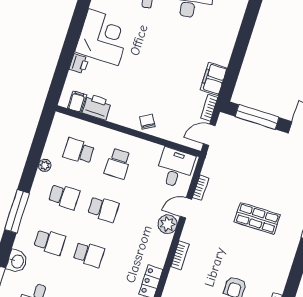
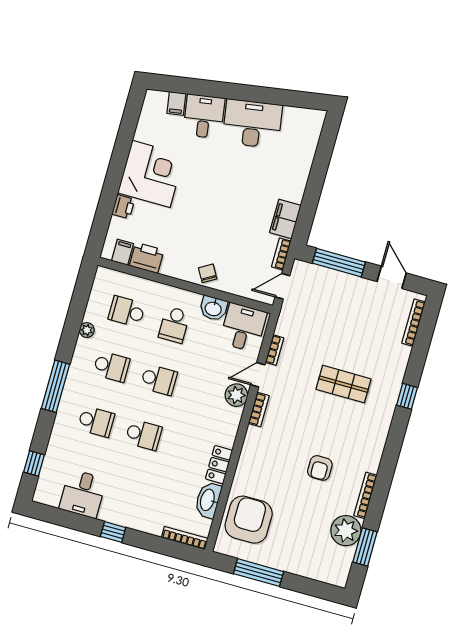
bookcase: (180, 255) -> (259, 410), moved
washbasin: (17, 261) -> (213, 308), moved, turned 90

